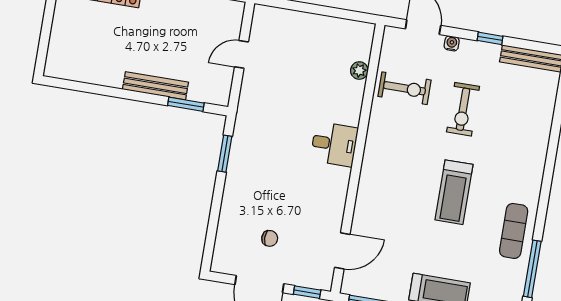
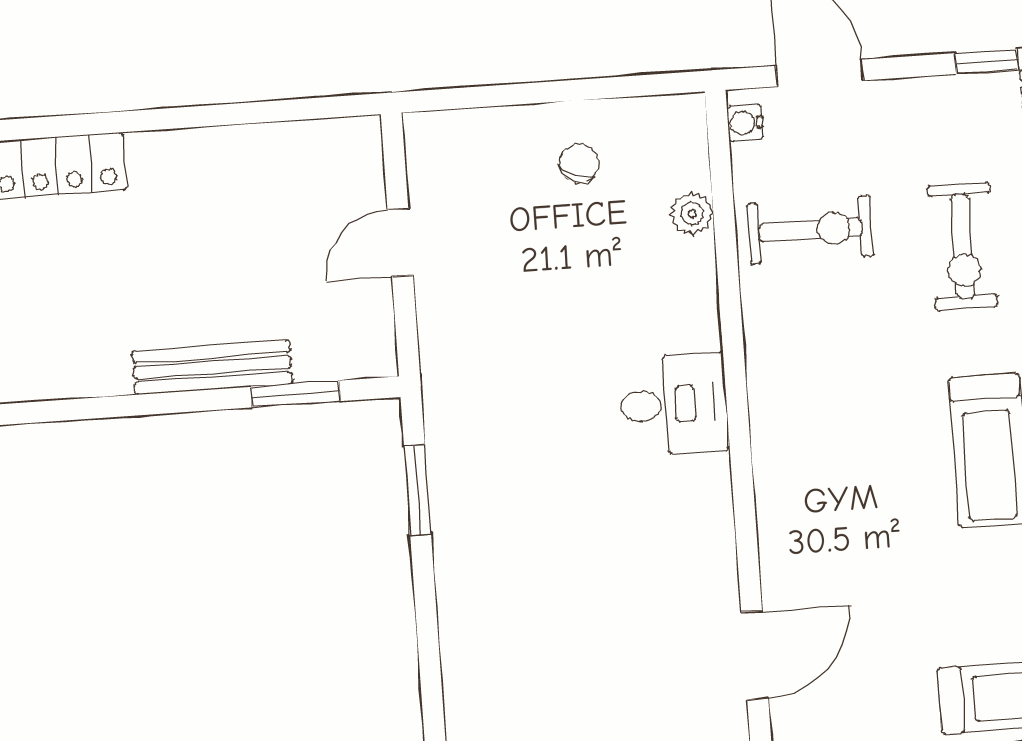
water cooler: (452, 43) -> (745, 123), moved, turned -90
chair: (270, 238) -> (579, 163), moved, turned -68

